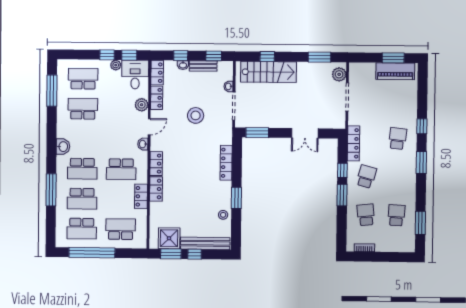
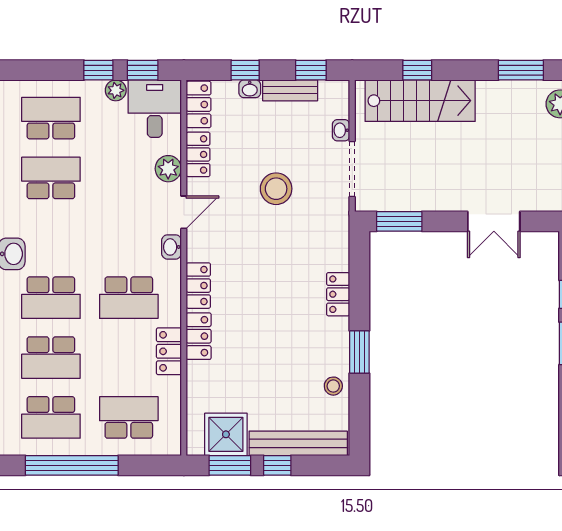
locker: (226, 163) -> (338, 294), width x0.66

